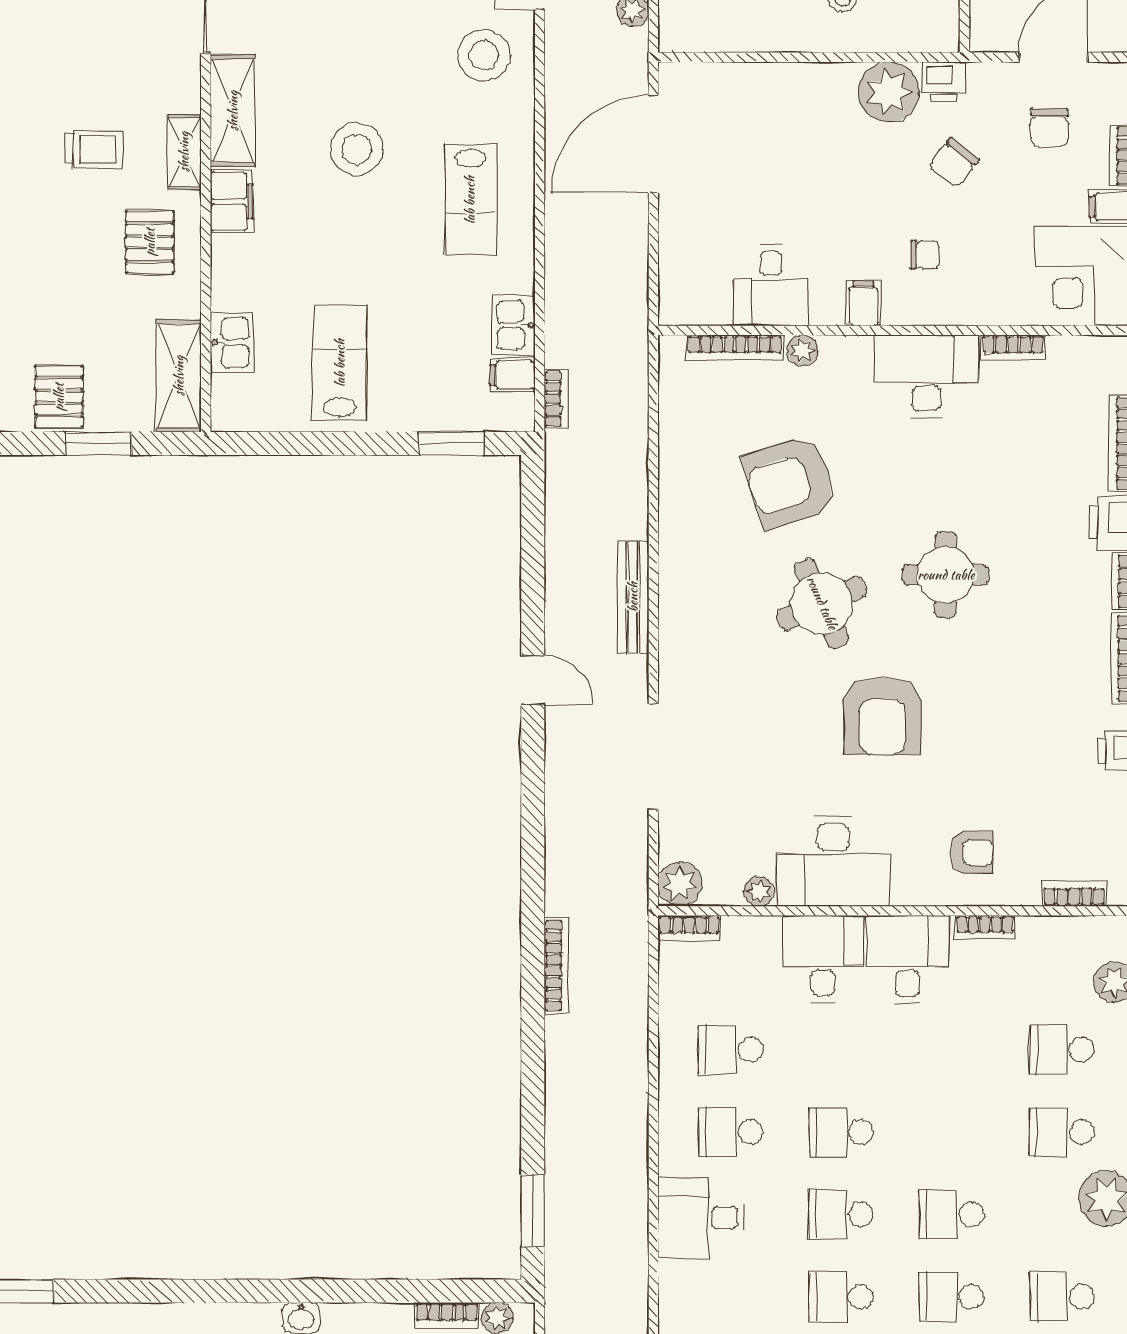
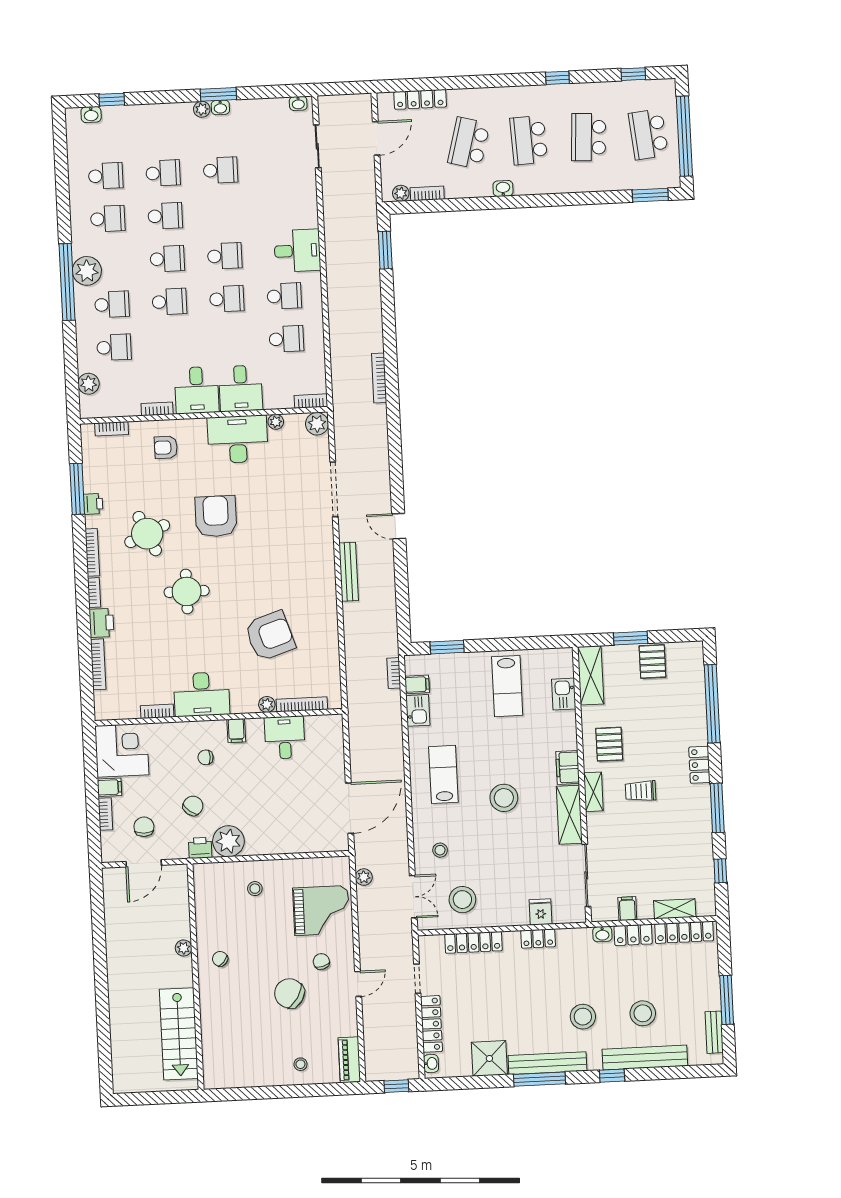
stool: (484, 55) -> (440, 850), width x0.53, depth x0.53
round table: (822, 603) -> (147, 534), moved
school desk: (841, 1297) -> (169, 302), moved

